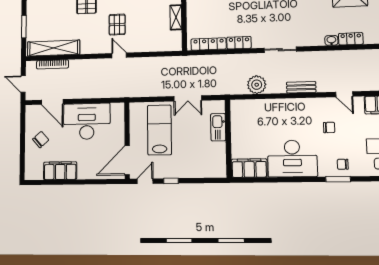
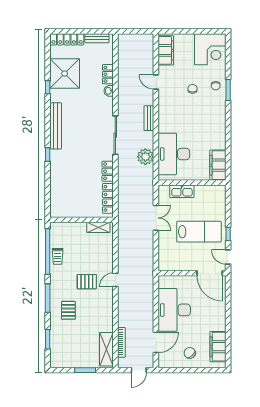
shelving: (176, 17) -> (98, 227), moved
shelving: (54, 48) -> (106, 349), width x0.68
sliding door: (280, 50) -> (115, 135), width x1.37
door: (344, 94) -> (156, 82), swing flipped
chair: (329, 127) -> (192, 89), moved
lab bench: (159, 130) -> (199, 232), moved, turned 180
desk: (292, 159) -> (174, 154), moved, turned 180
filing cabinet: (60, 171) -> (218, 347), moved

